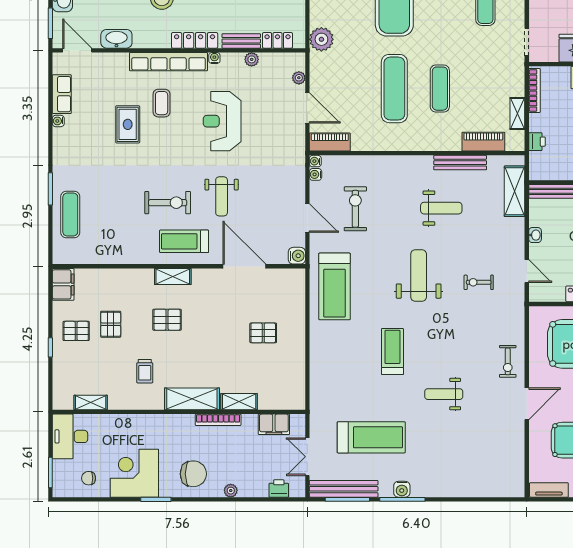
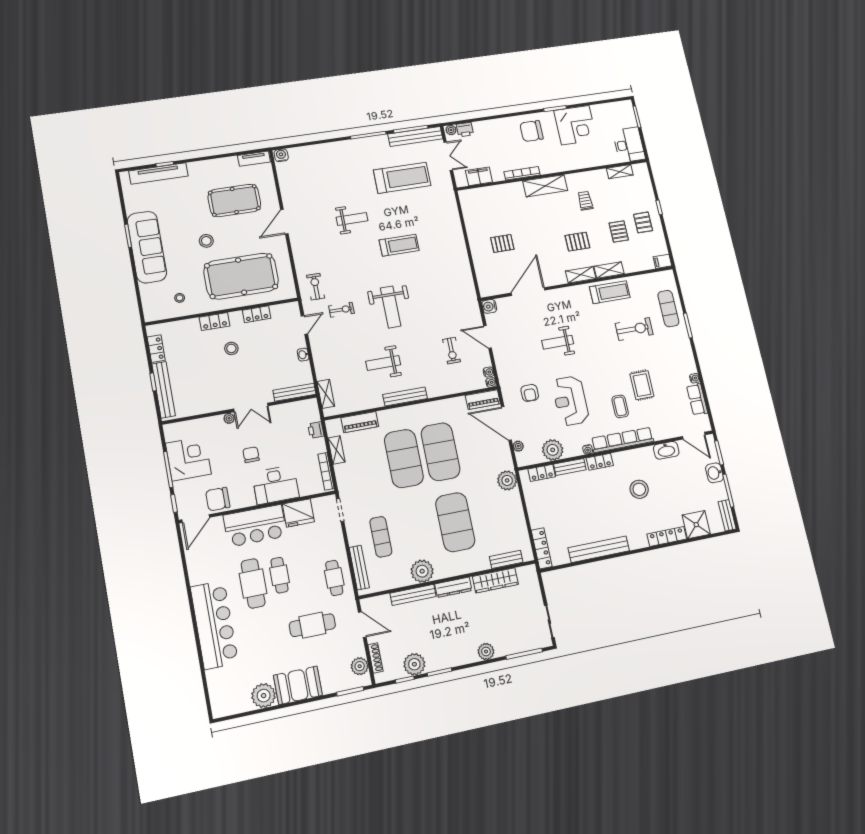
locker: (195, 40) -> (600, 462), width x0.66
plant: (252, 59) -> (553, 450), width x1.88, depth x1.88
exercise mat: (394, 89) -> (441, 452), width x1.47
exercise mat: (440, 89) -> (404, 459), width x2.00, depth x1.45
door: (307, 108) -> (506, 423), width x1.36
reception desk: (222, 121) -> (570, 401), turned 180
armchair: (270, 140) -> (530, 393), added
bench: (460, 163) -> (405, 397), moved
shelving: (515, 191) -> (326, 394), width x0.67, depth x0.75
weight bench: (222, 196) -> (558, 342), turned -90
exercise bike: (168, 203) -> (634, 329), moved, turned 180
exercise bike: (355, 209) -> (451, 351), width x0.73, depth x0.72
treadmill: (184, 241) -> (610, 292), moved
door: (244, 266) -> (528, 292), swing flipped
door: (527, 271) -> (304, 325), swing flipped
filing cabinet: (63, 284) -> (662, 261), width x0.50
treadmill: (335, 286) -> (455, 288), removed
pallet: (76, 331) -> (643, 222), turned 90
treadmill: (392, 351) -> (399, 245), turned -90
exercise bike: (508, 361) -> (316, 287), moved
shelving: (239, 402) -> (609, 270), moved
treadmill: (371, 437) -> (402, 178), turned 180
chair: (89, 478) -> (608, 117), removed
water cooler: (402, 489) -> (281, 155), moved
plant: (231, 491) -> (451, 130), moved

